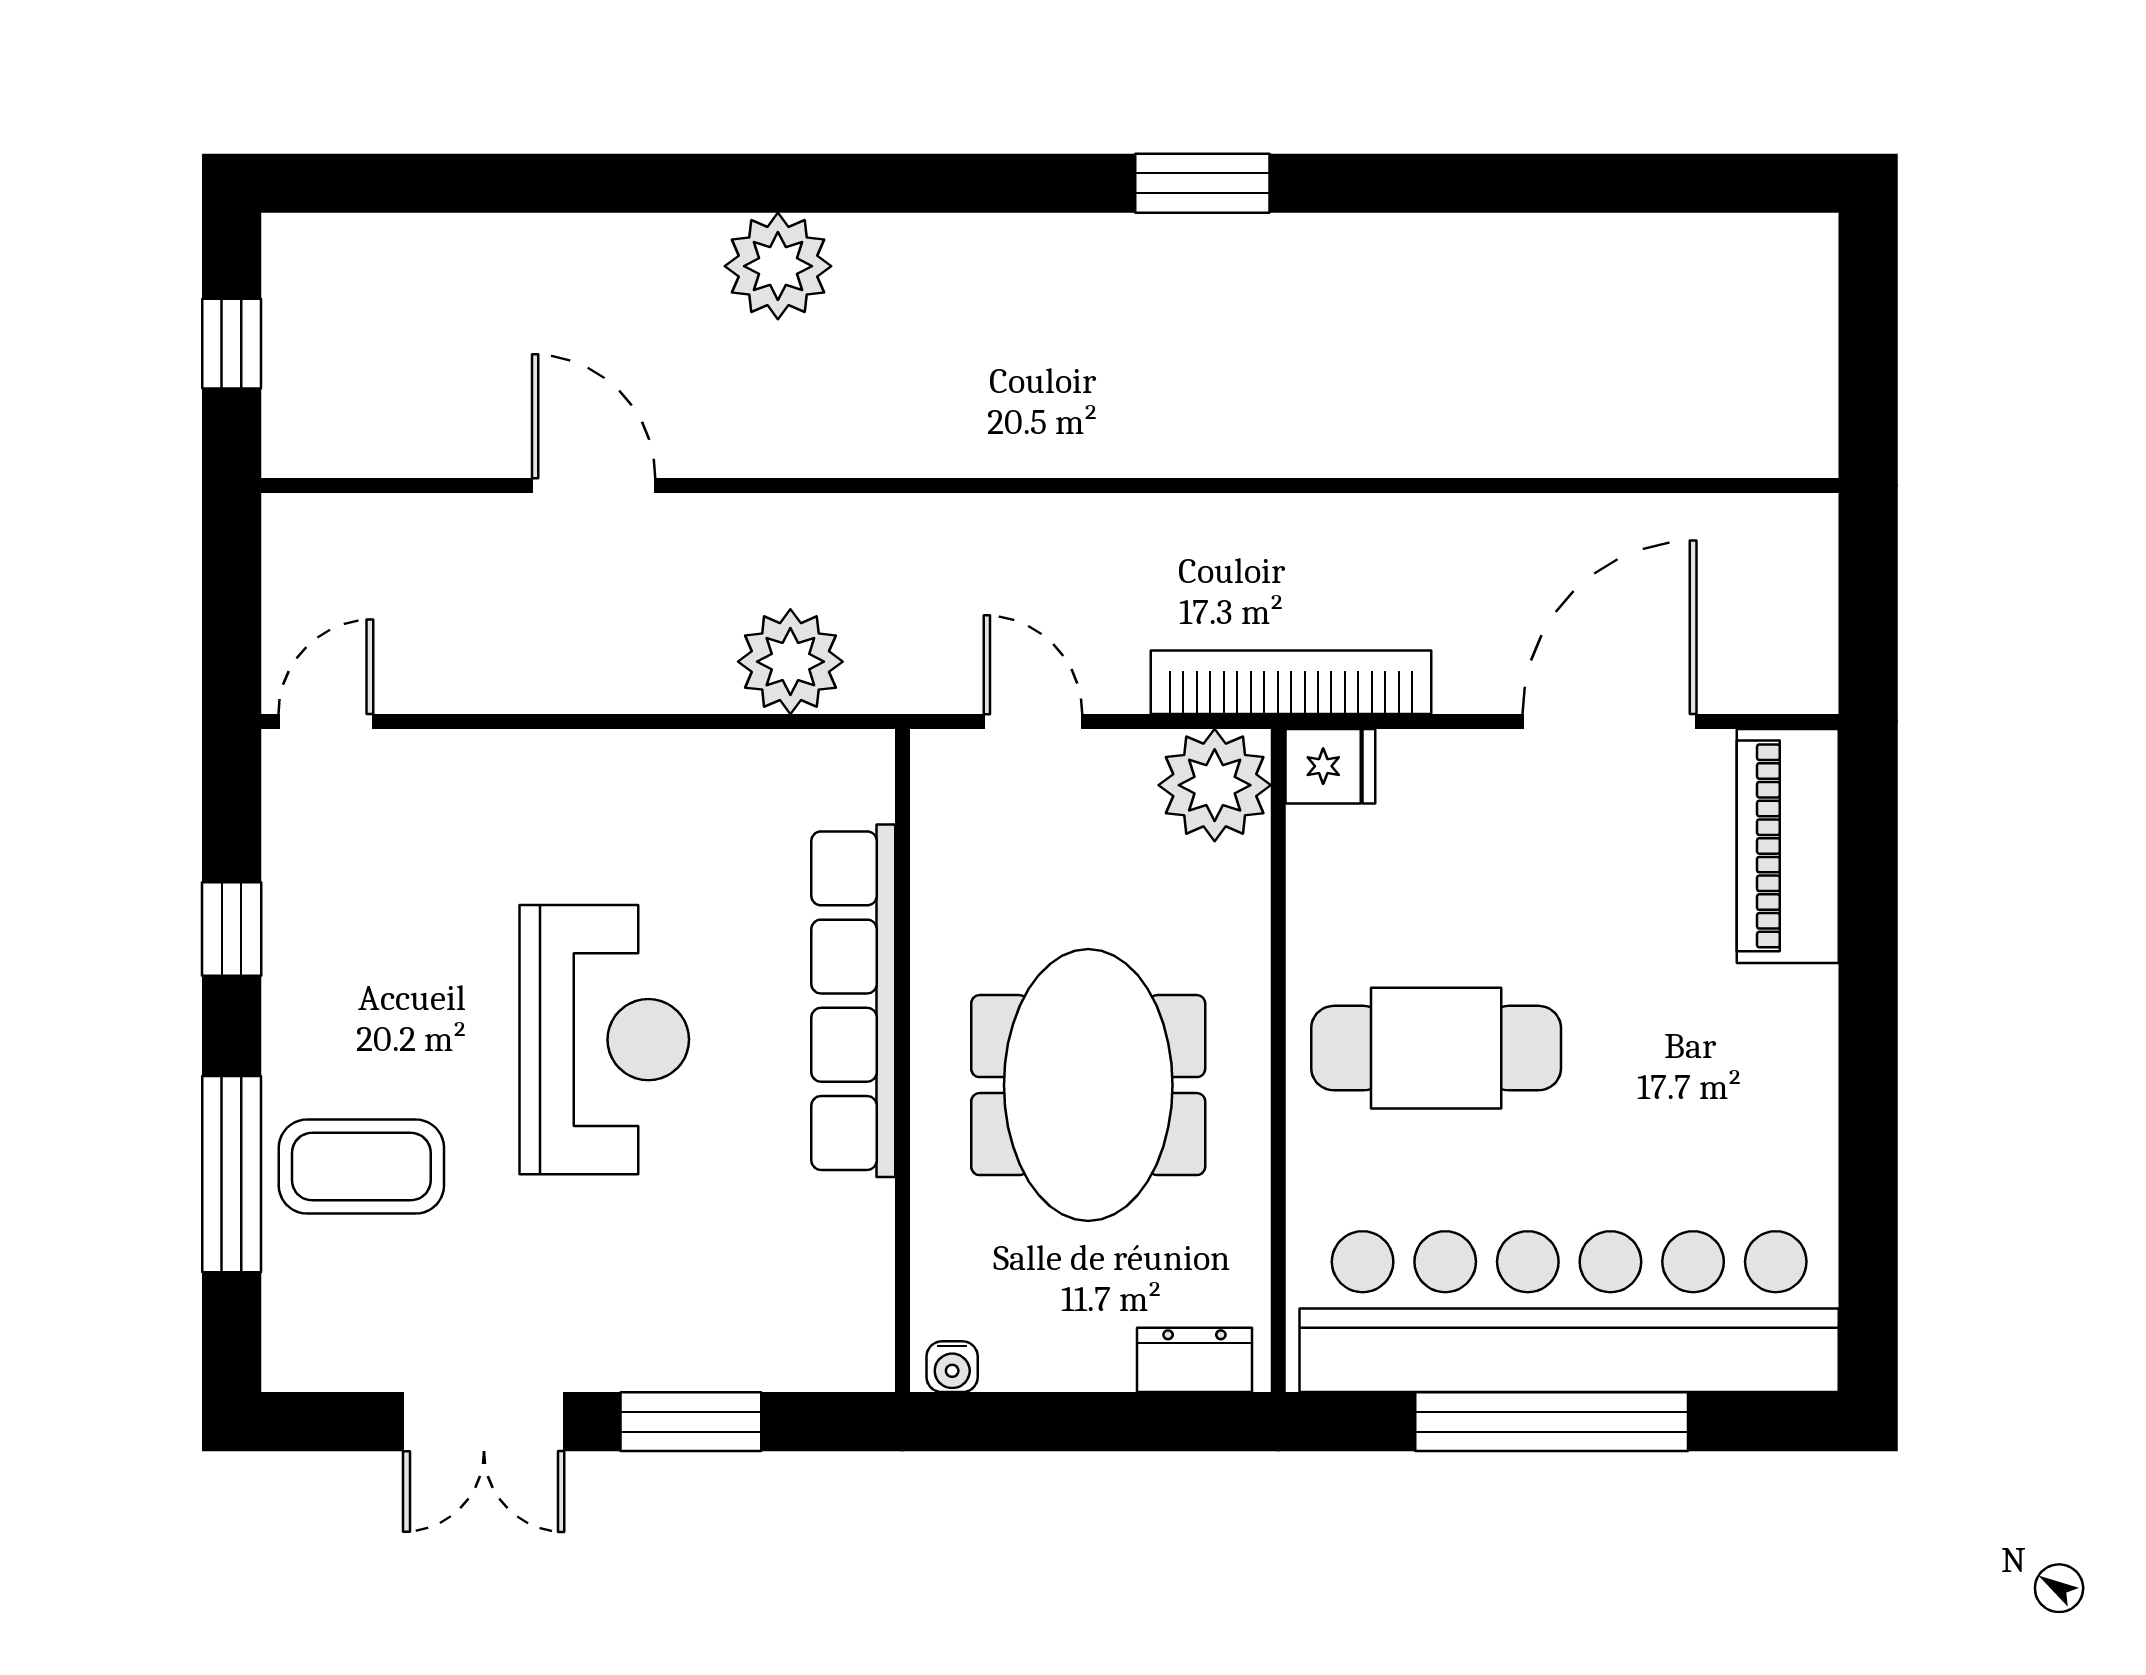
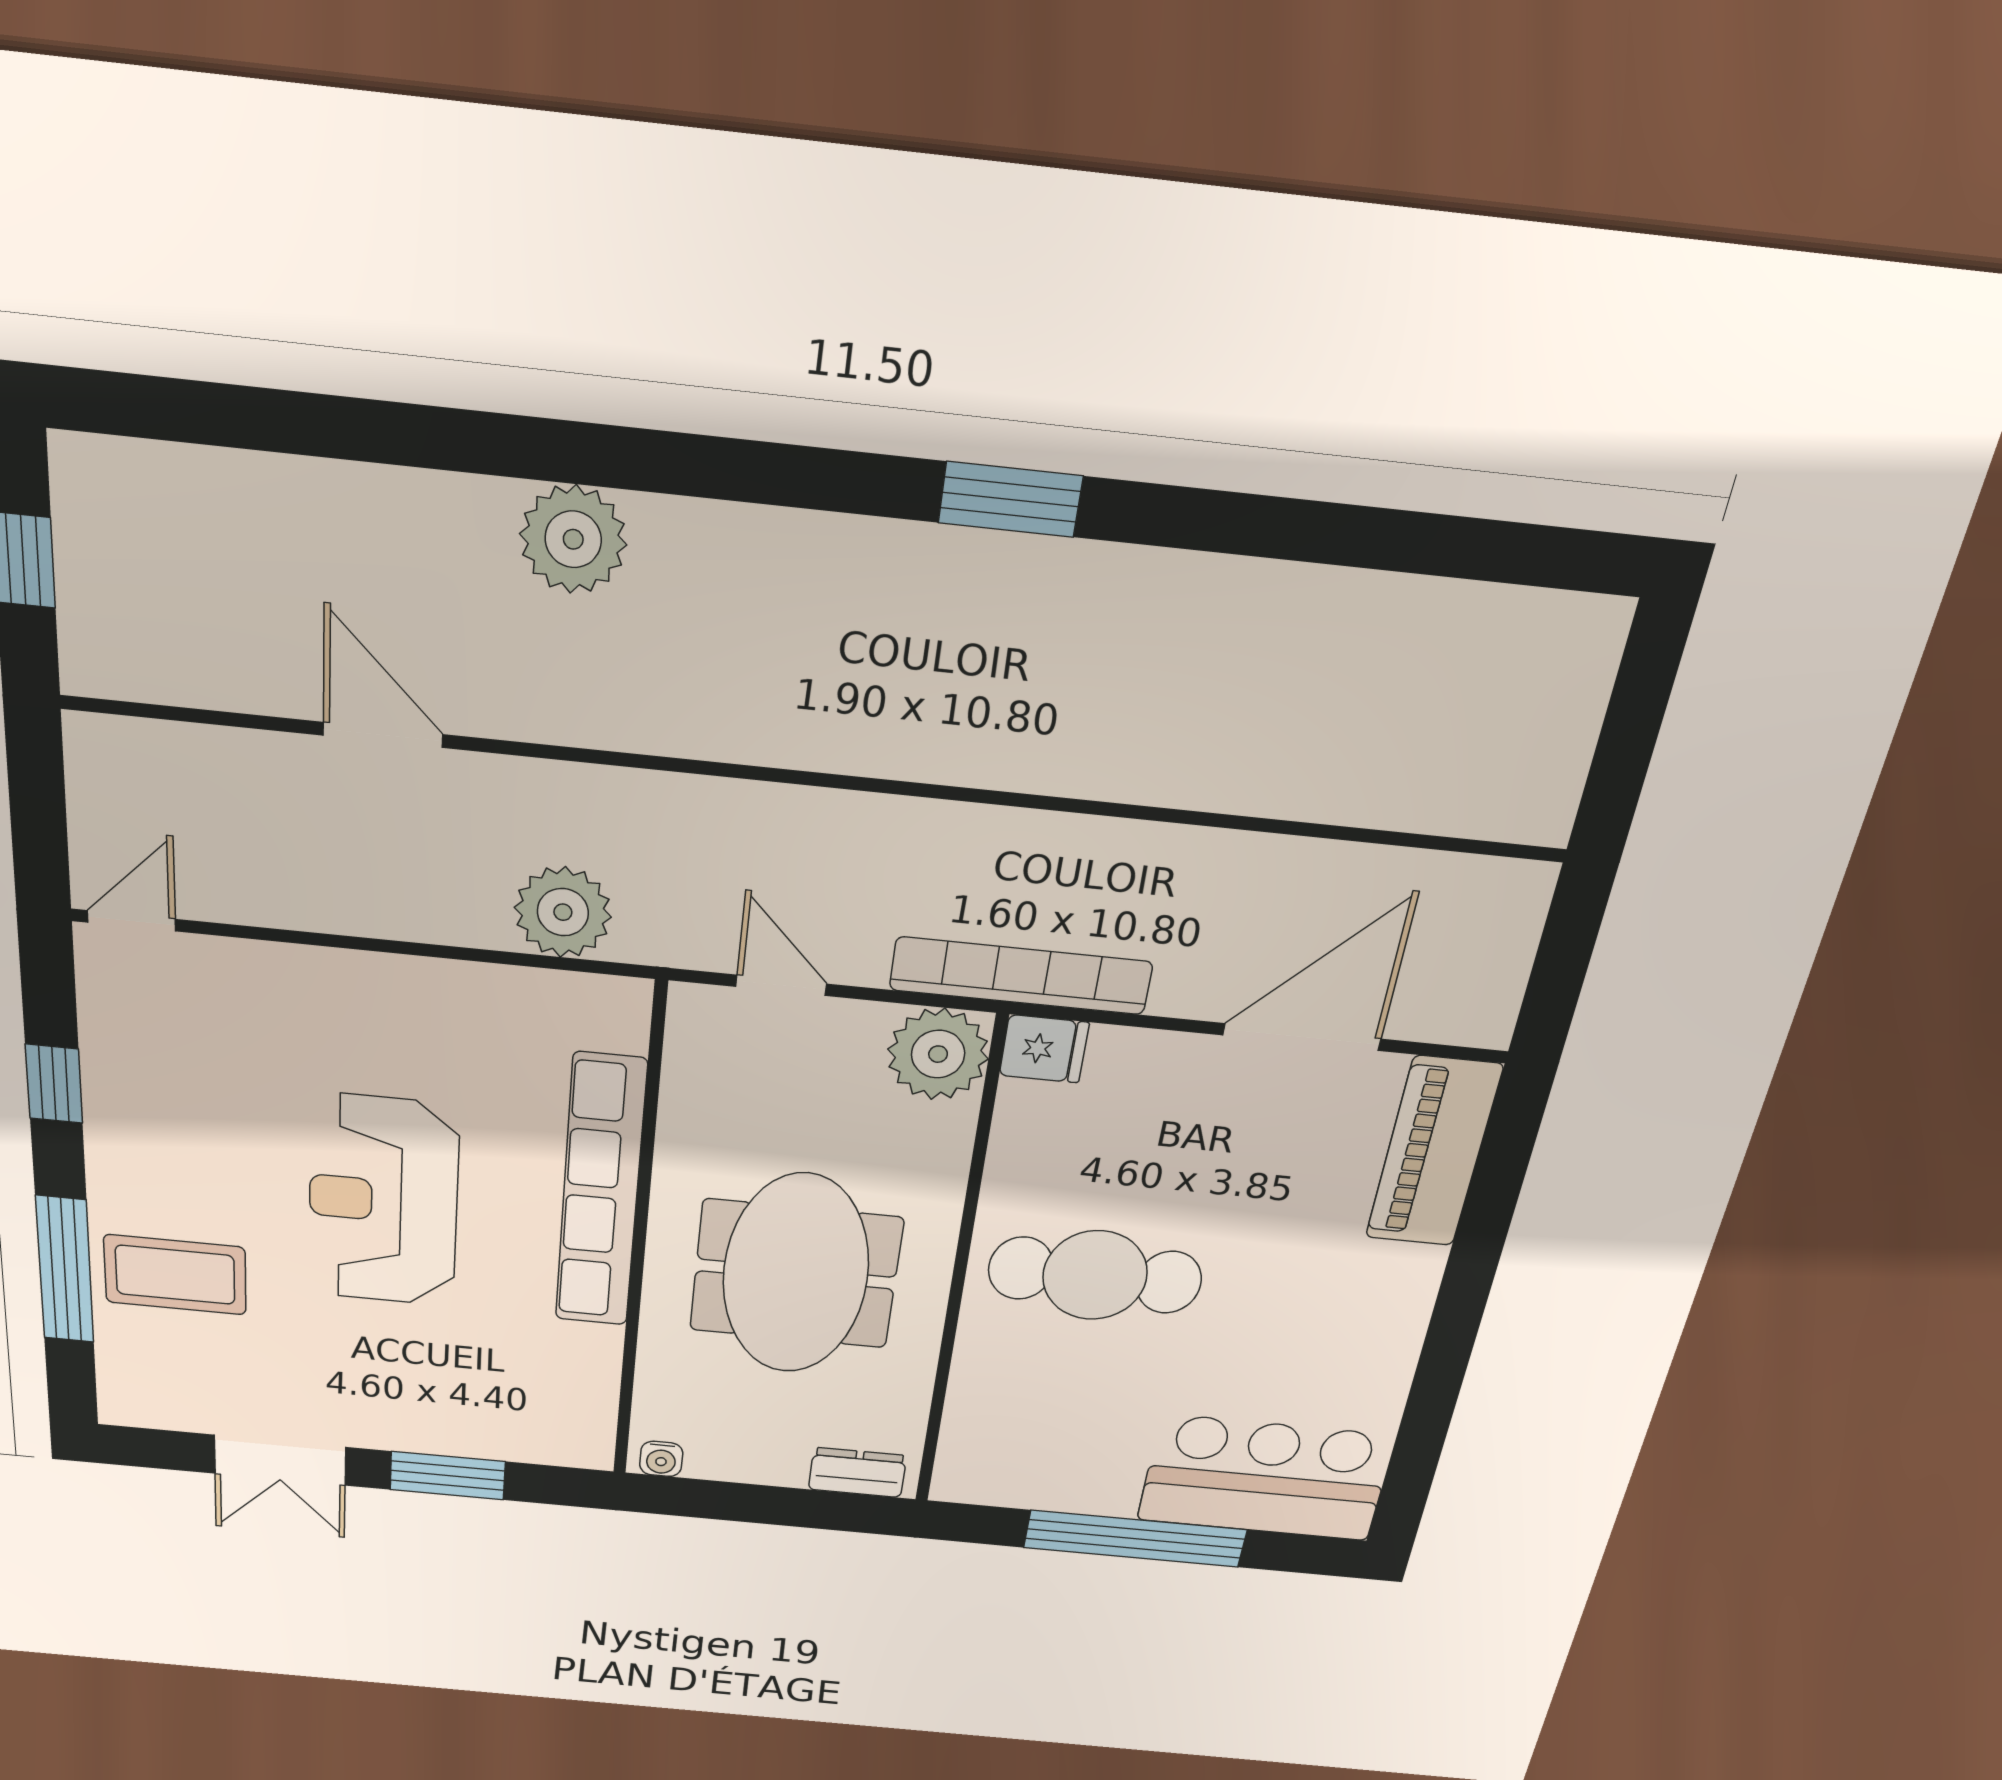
reception desk: (604, 1040) -> (383, 1201), turned 180
bar counter: (1569, 1312) -> (1265, 1478), width x0.54

